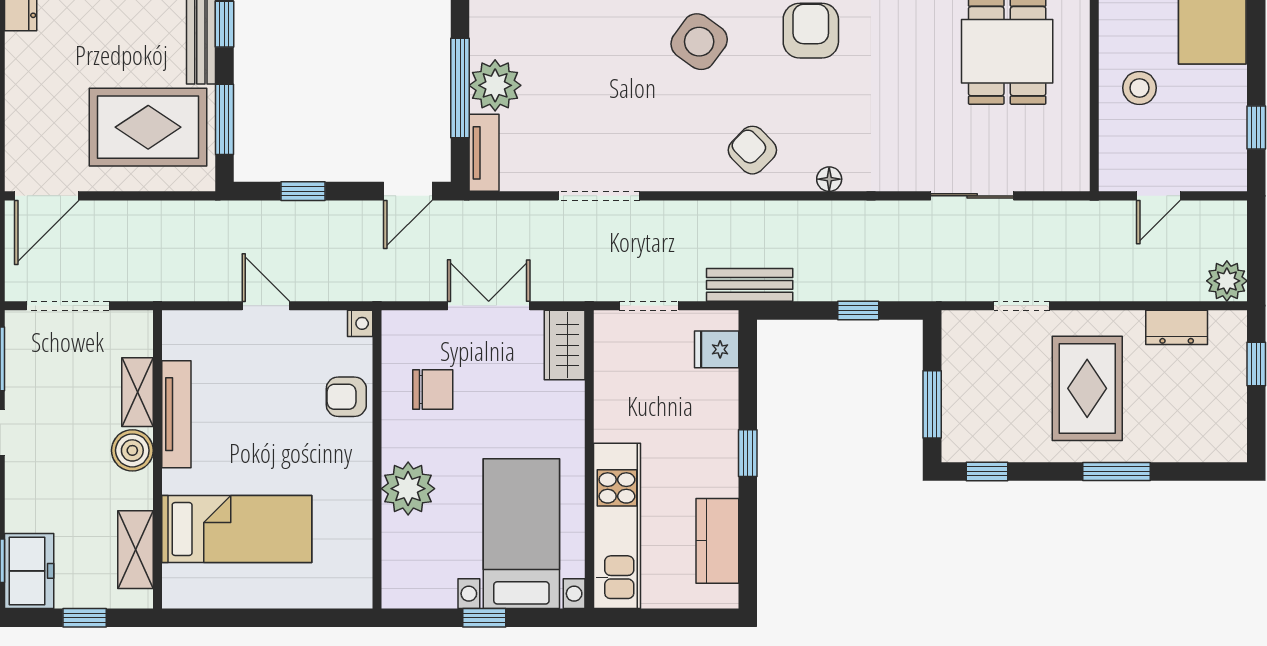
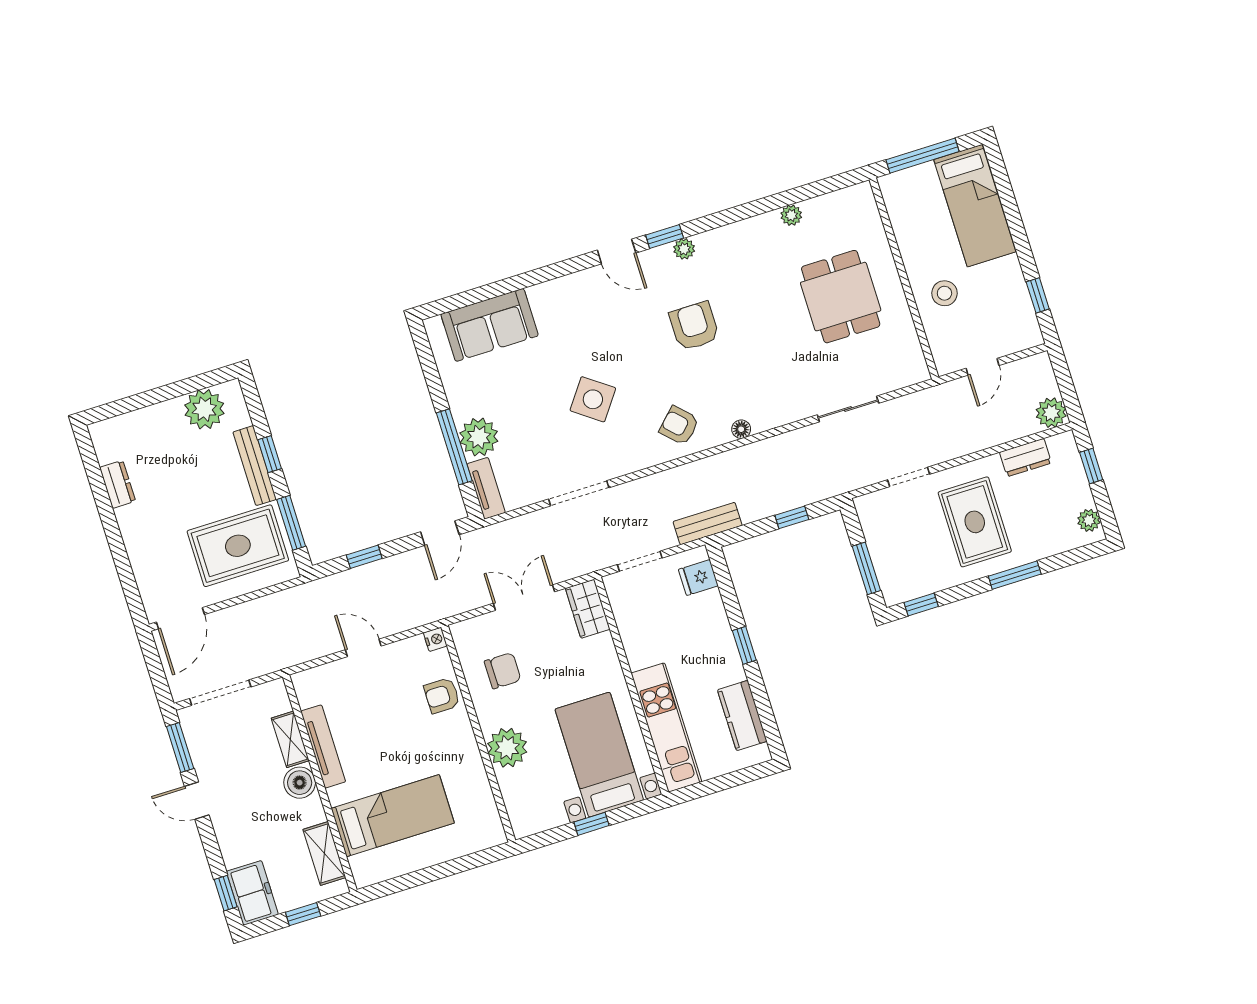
side table: (699, 42) -> (593, 399), moved
plant: (1232, 432) -> (1089, 520), added

